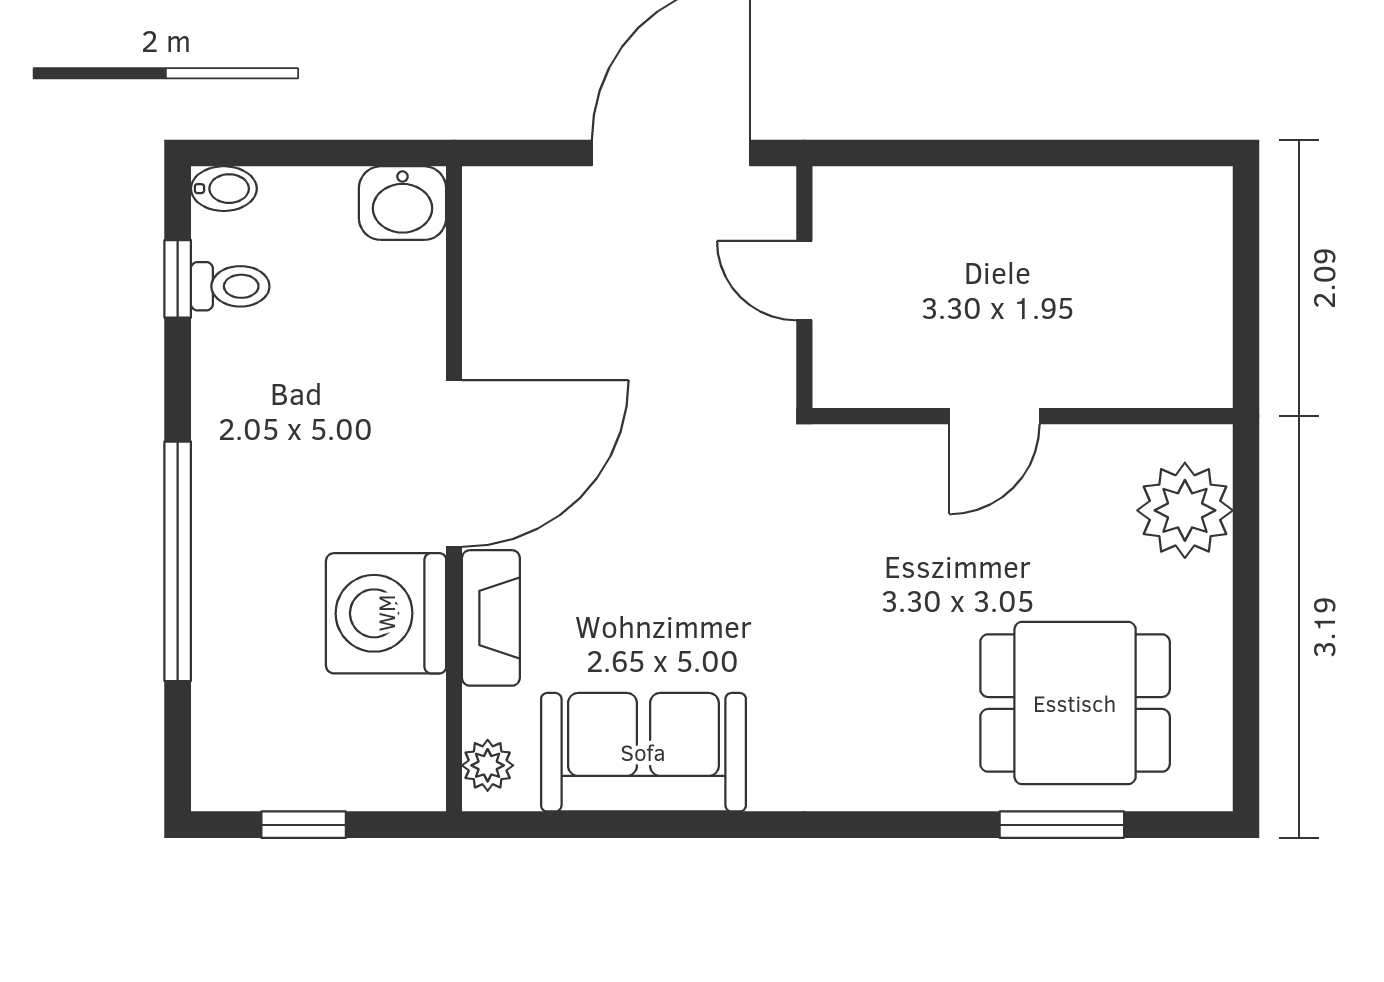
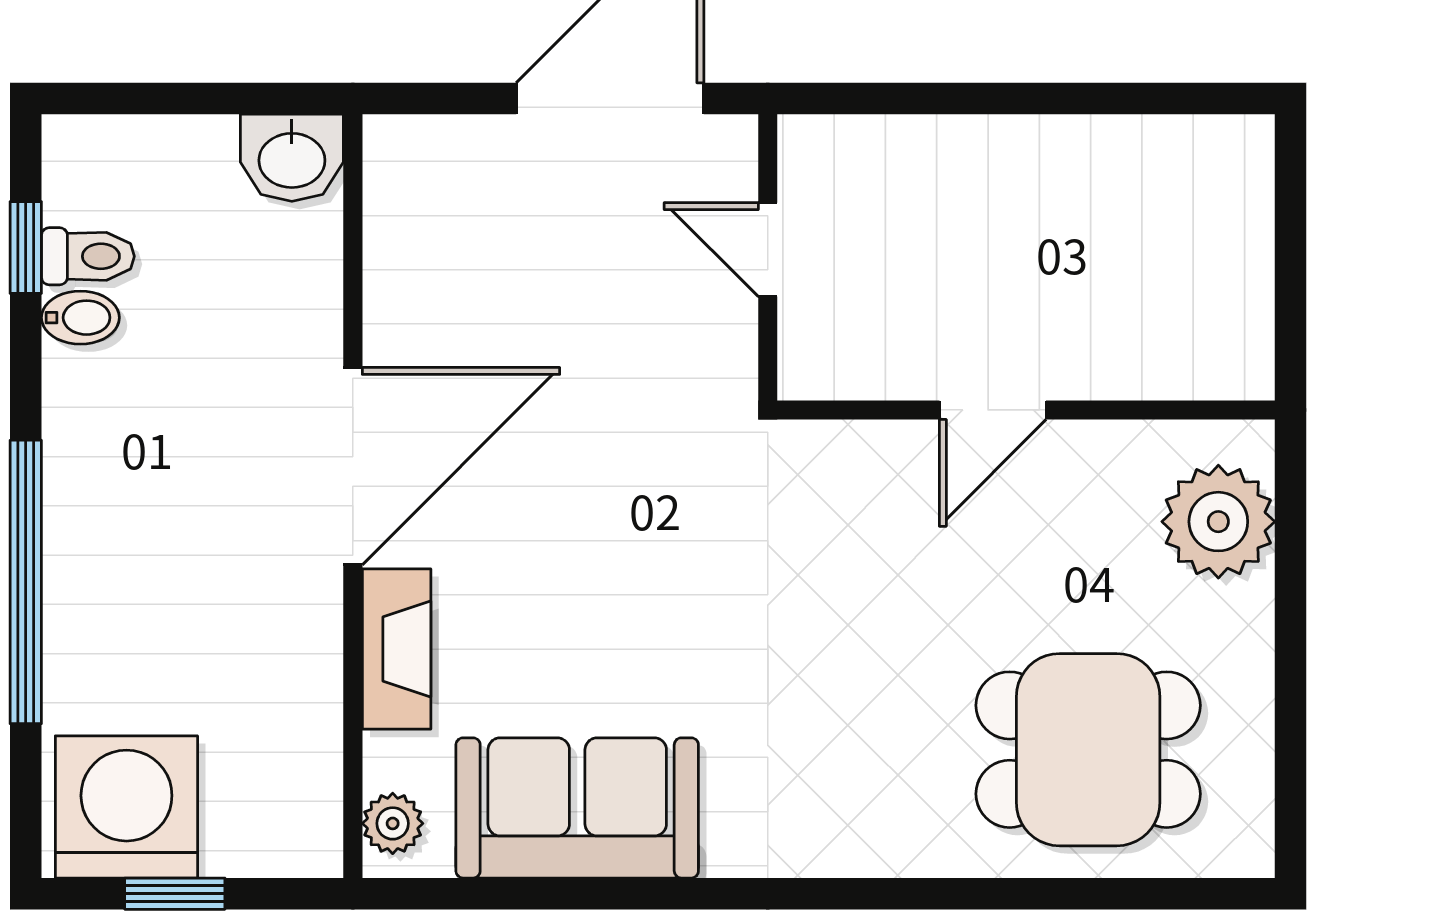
bidet: (224, 189) -> (80, 318), moved
washing machine: (386, 613) -> (126, 807), moved, turned 90
window: (1062, 825) -> (1073, 894), removed

